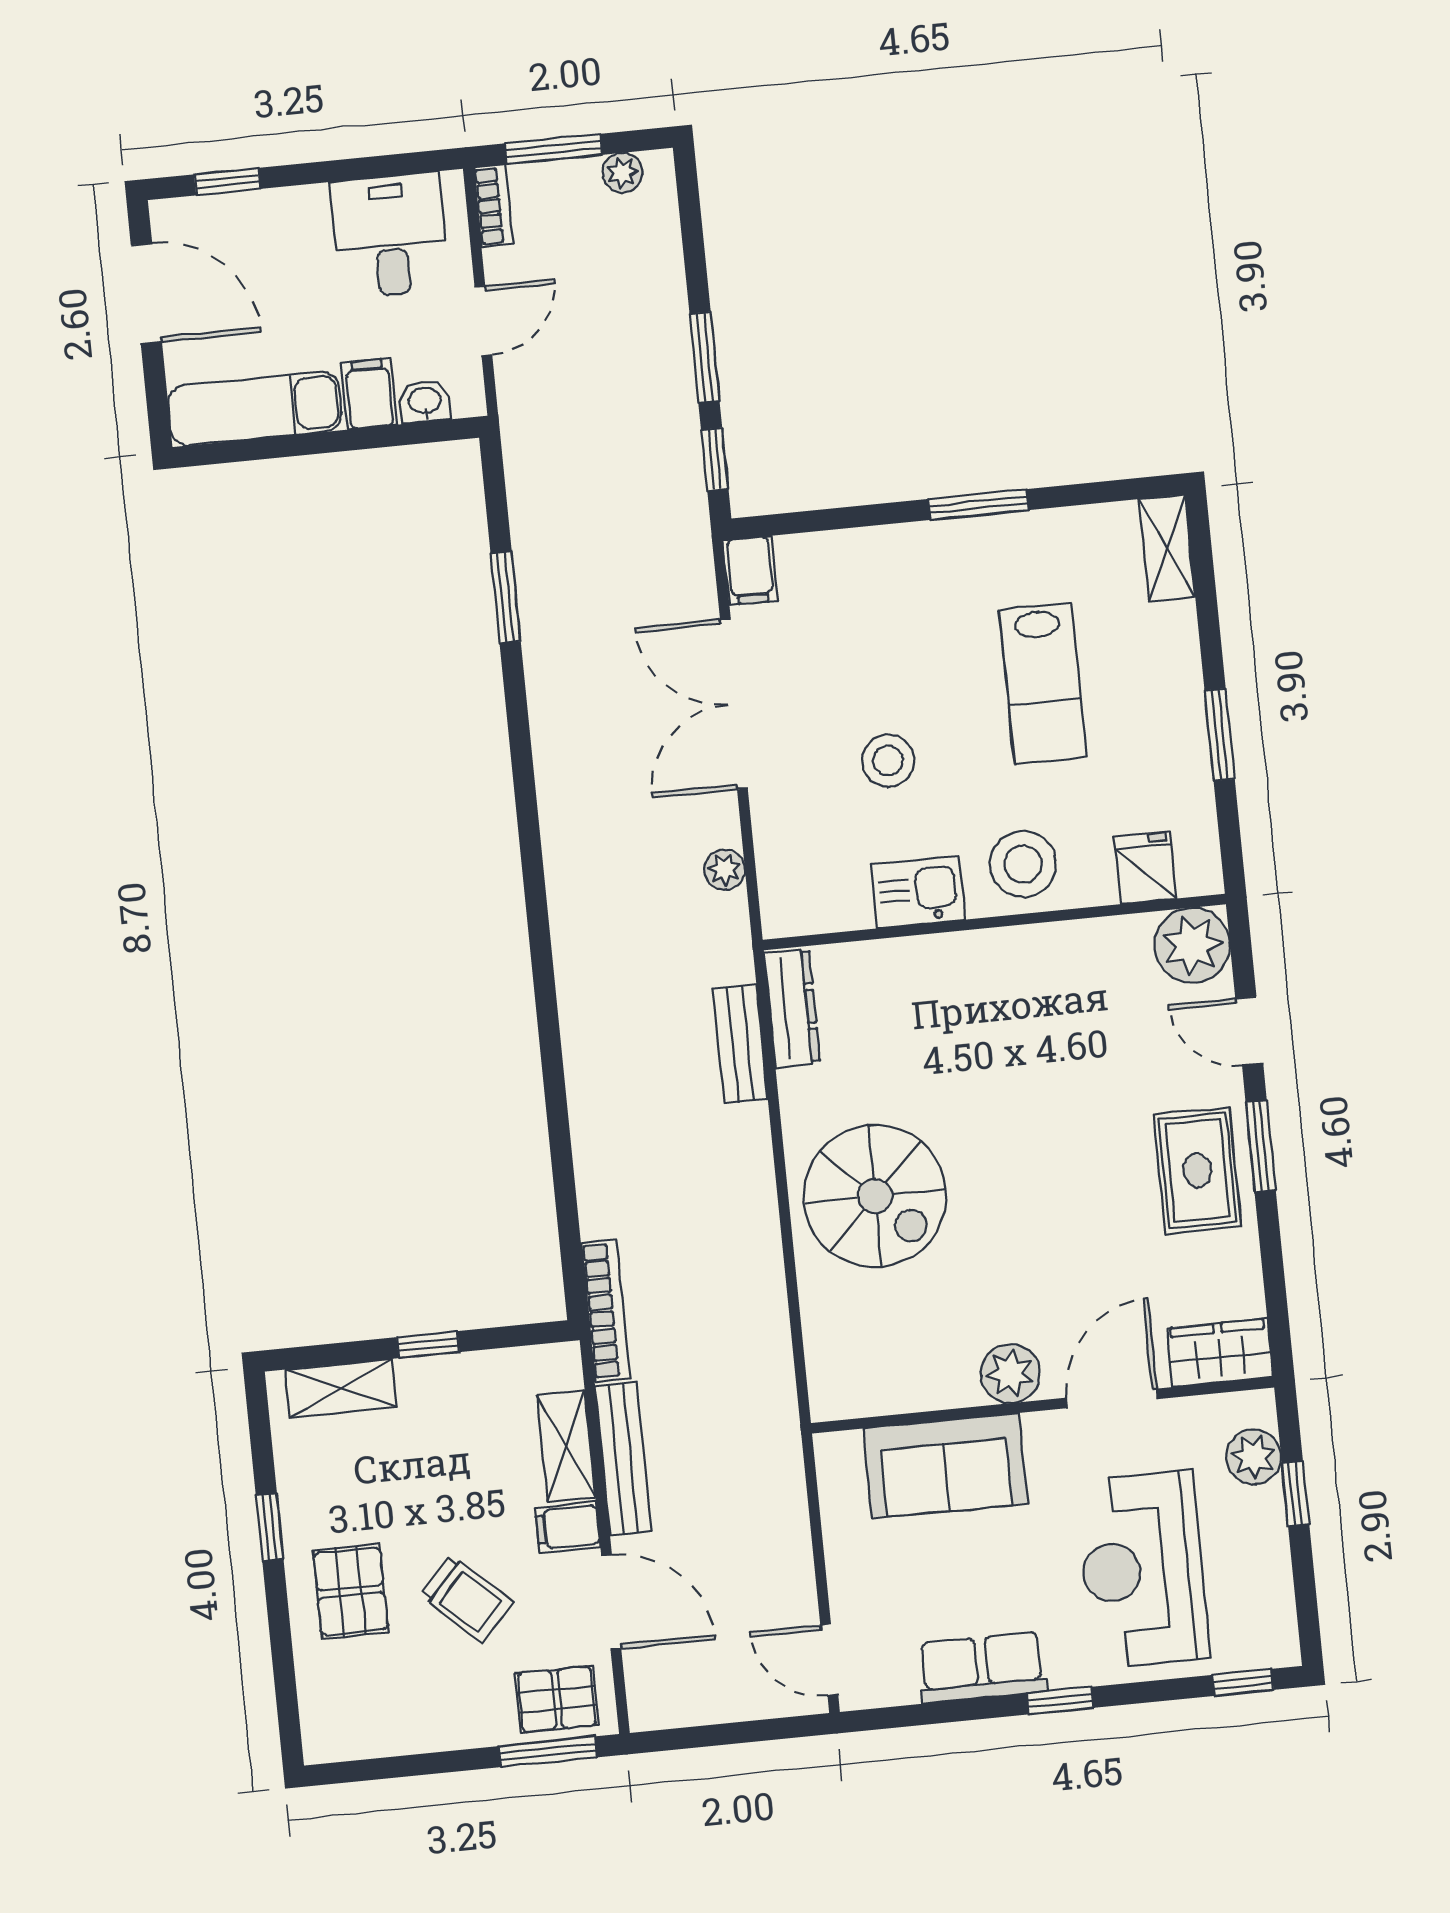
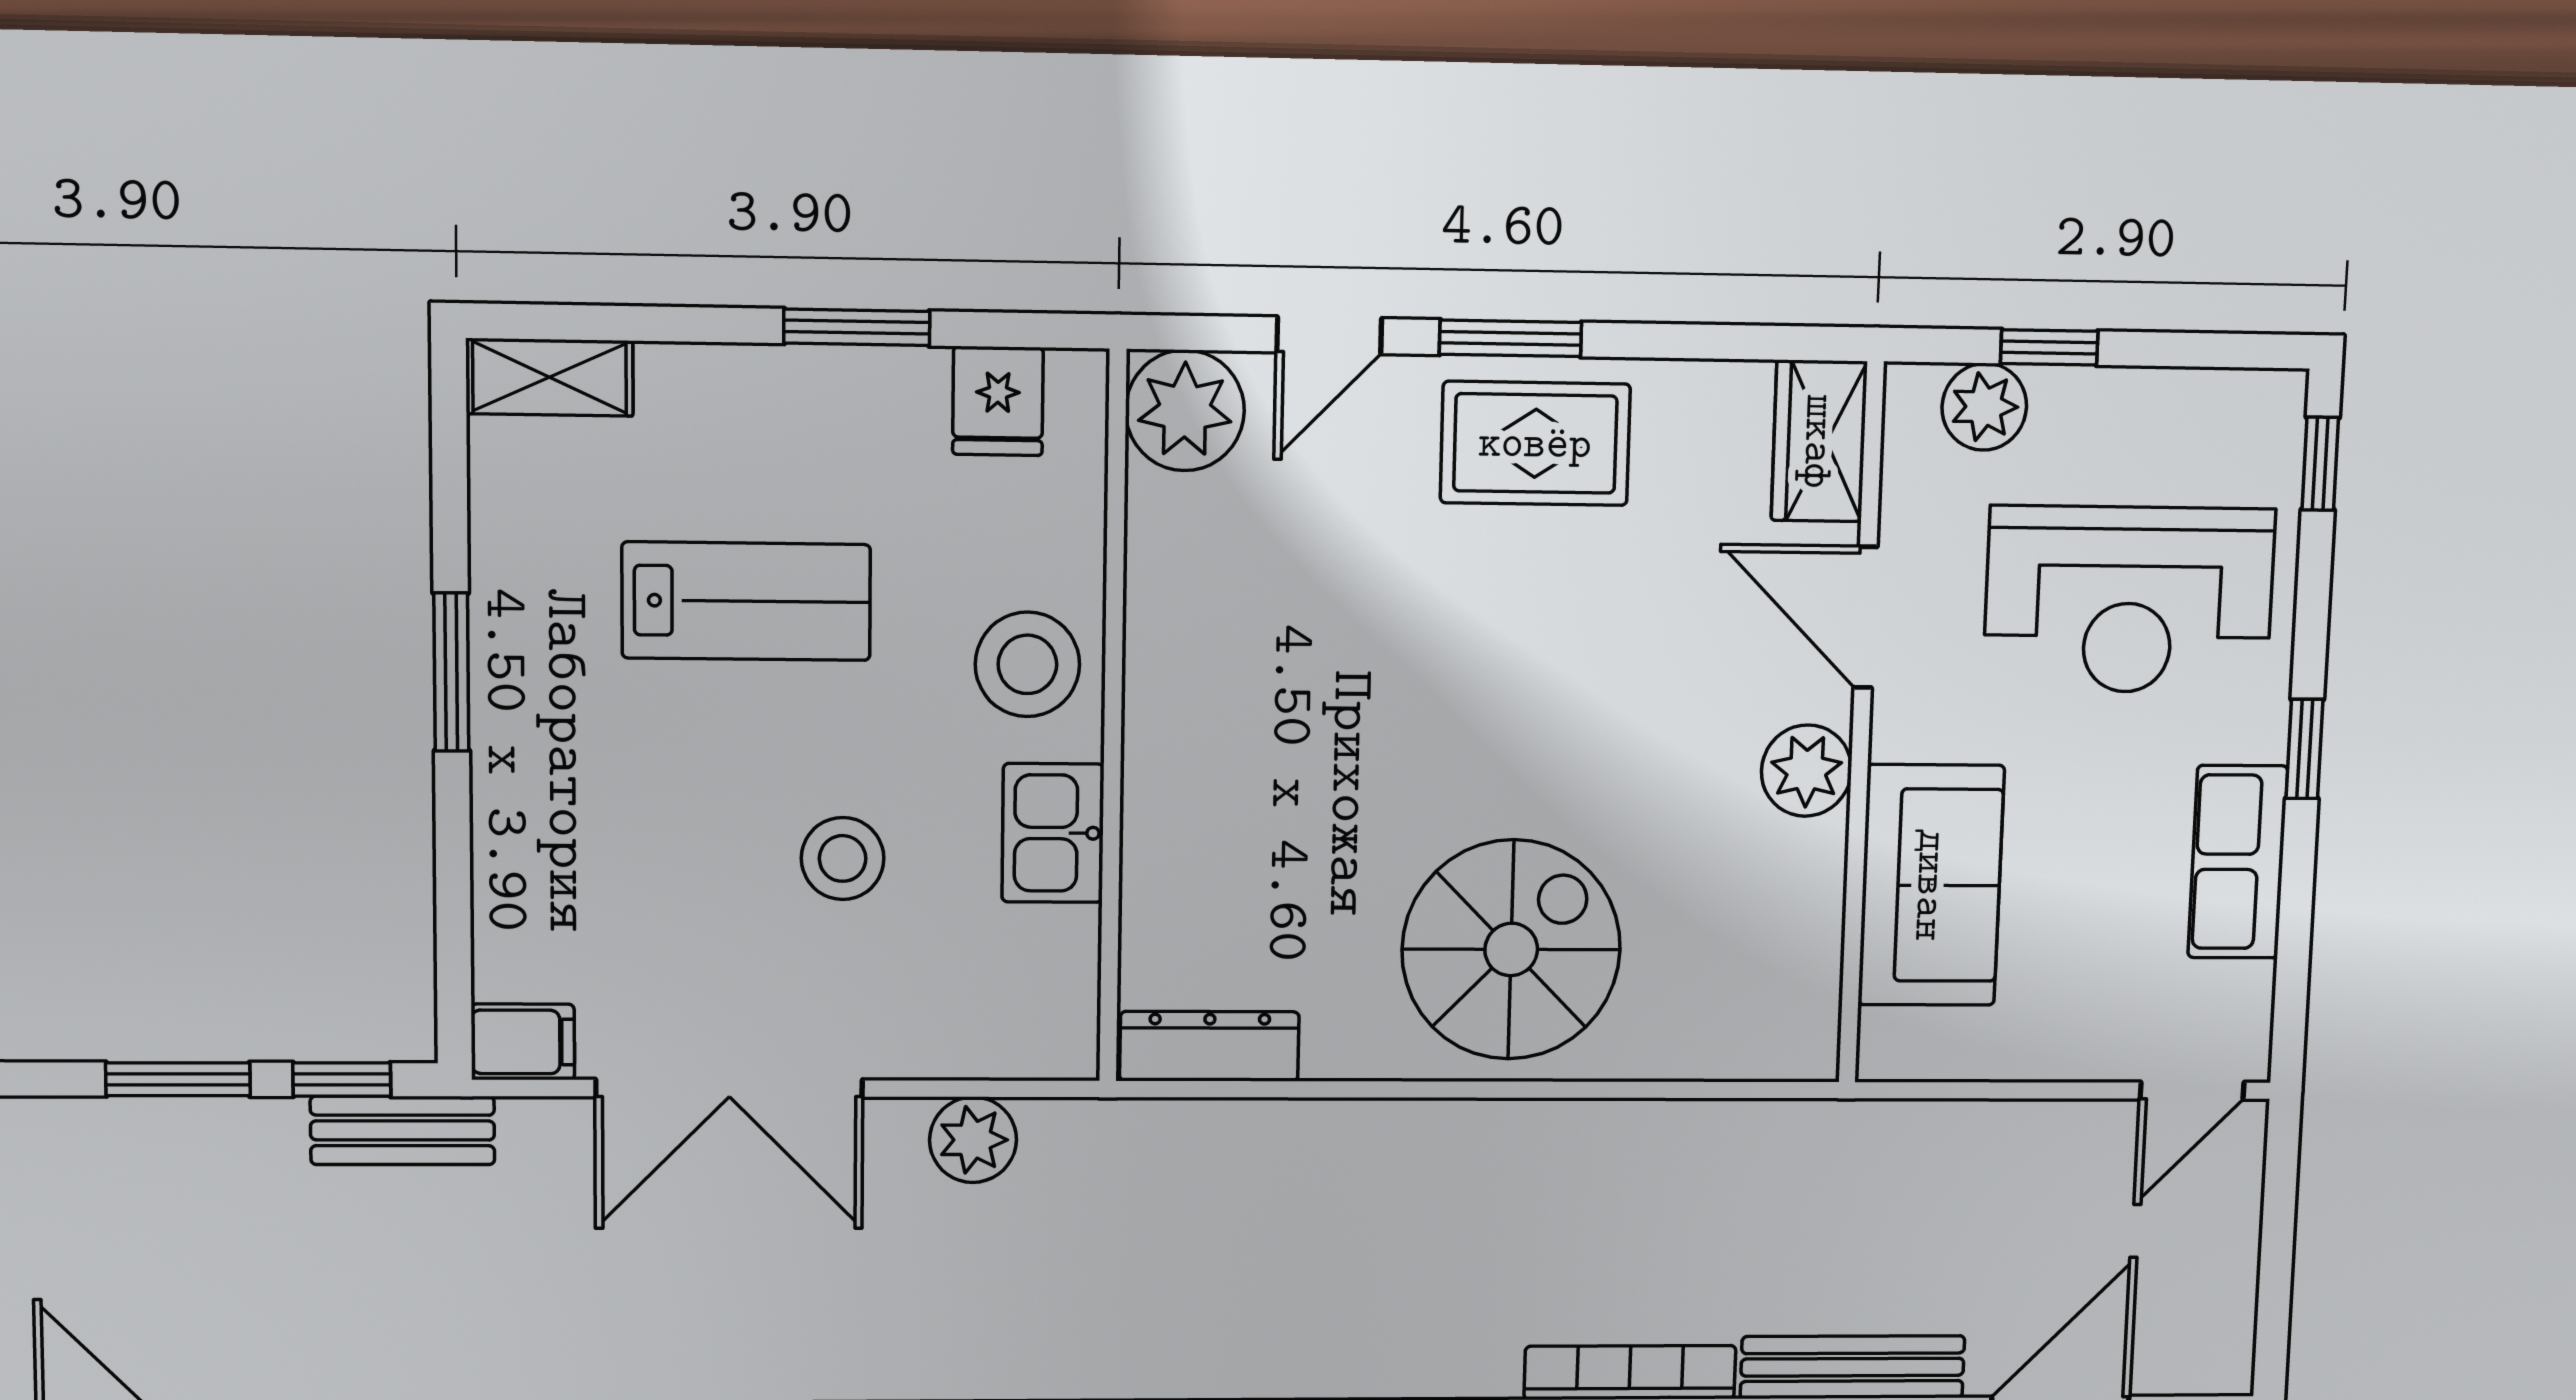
fridge: (1145, 868) -> (998, 401), moved, turned -90
plant: (725, 870) -> (973, 1140), width x1.38, depth x1.38
bench: (740, 1044) -> (403, 1130), moved

